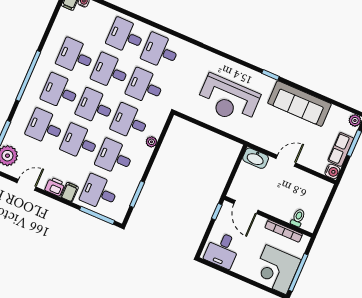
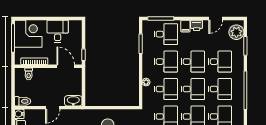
toilet: (321, 186) -> (23, 101), added
desk: (222, 250) -> (58, 31), moved

